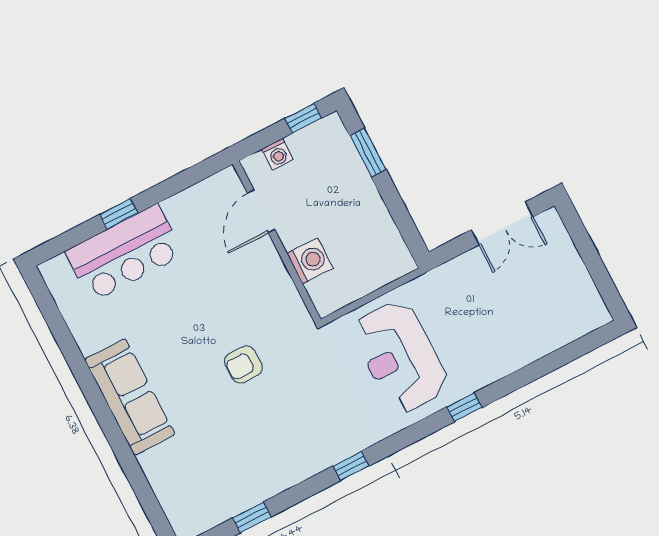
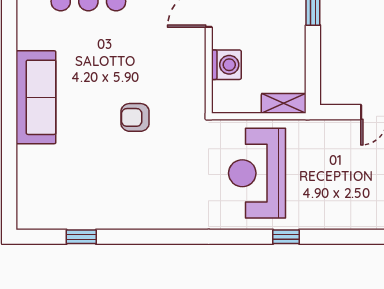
shelving: (390, 270) -> (284, 103), added
window: (351, 466) -> (177, 237), removed

